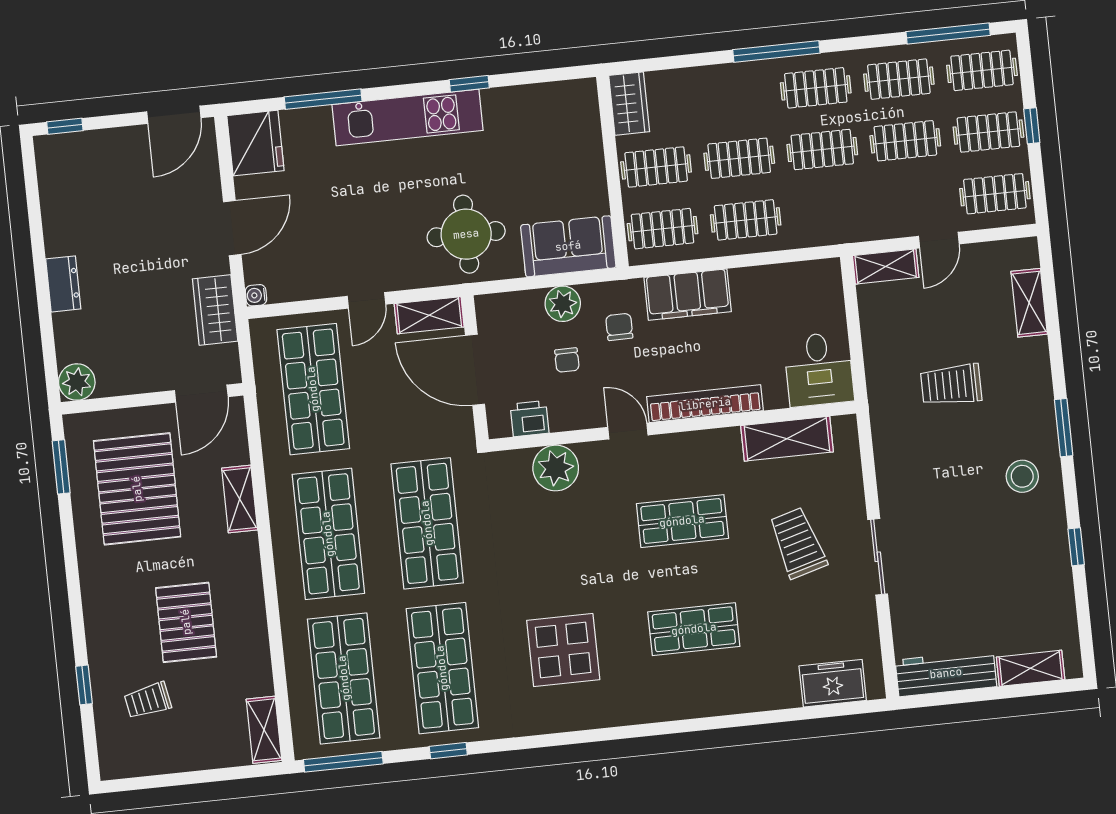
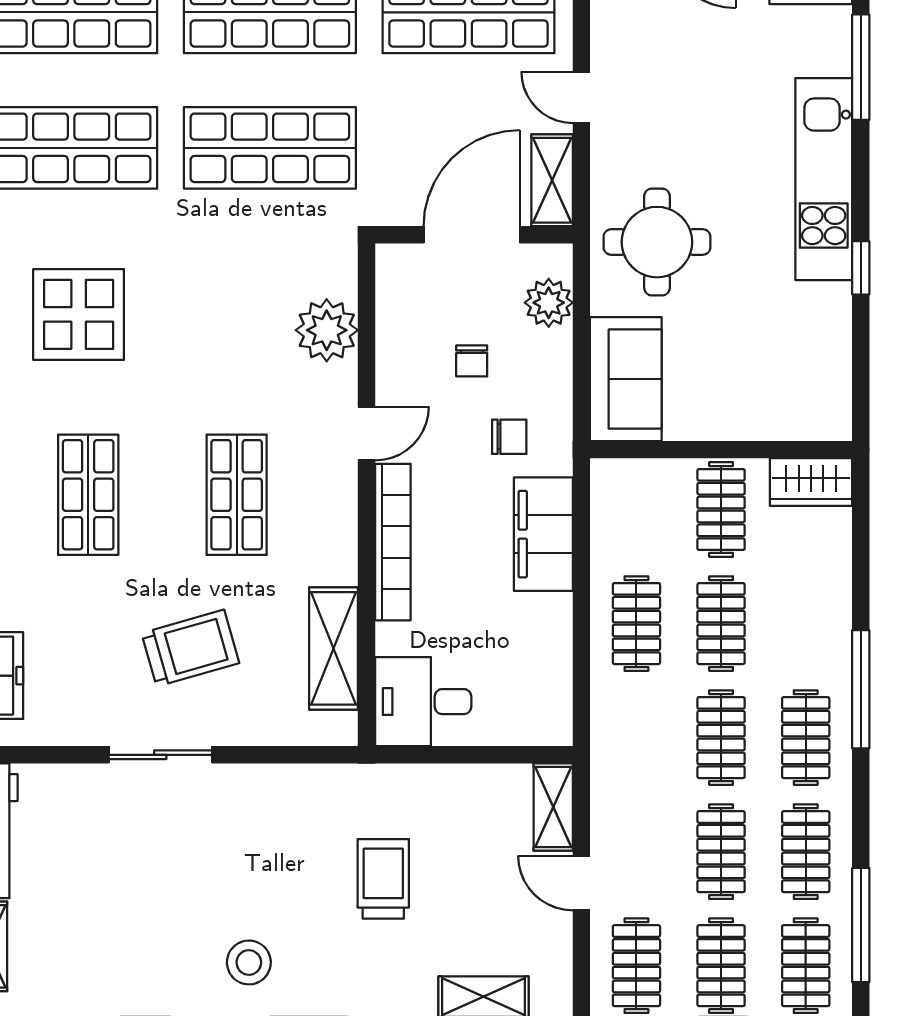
clothes rail: (663, 229) -> (636, 509), removed
plant: (563, 304) -> (549, 303), moved
chair: (567, 360) -> (472, 361), turned -90
printer: (530, 419) -> (398, 302), removed

